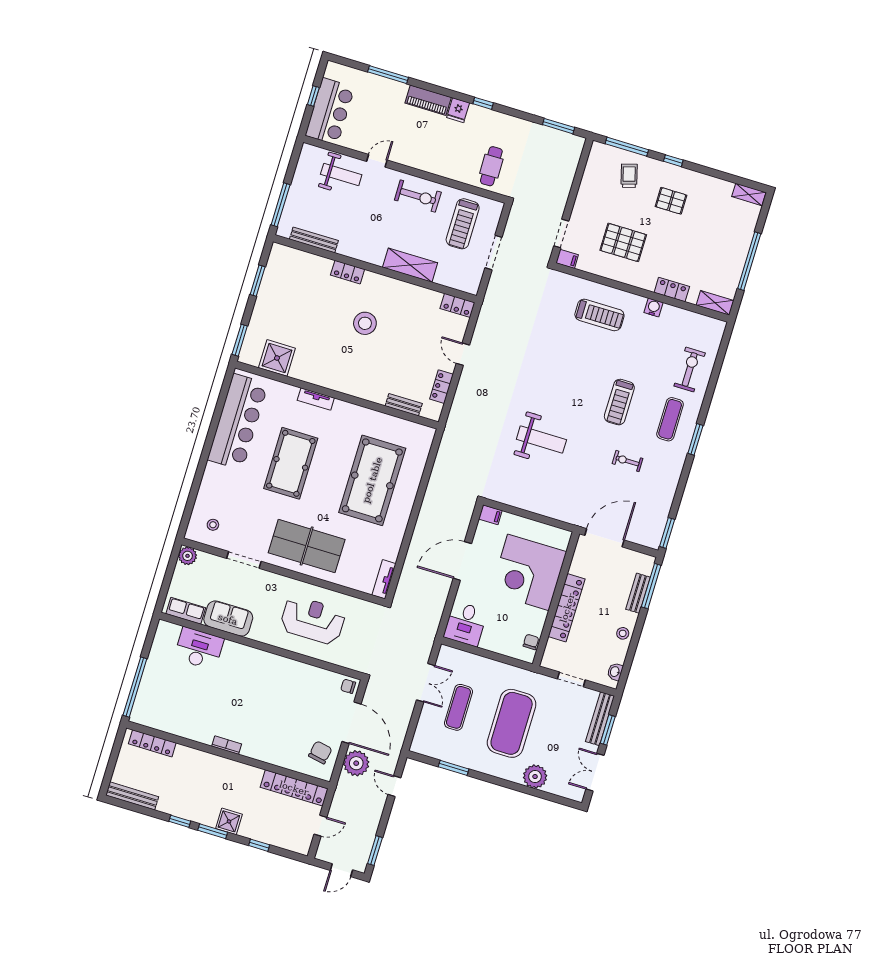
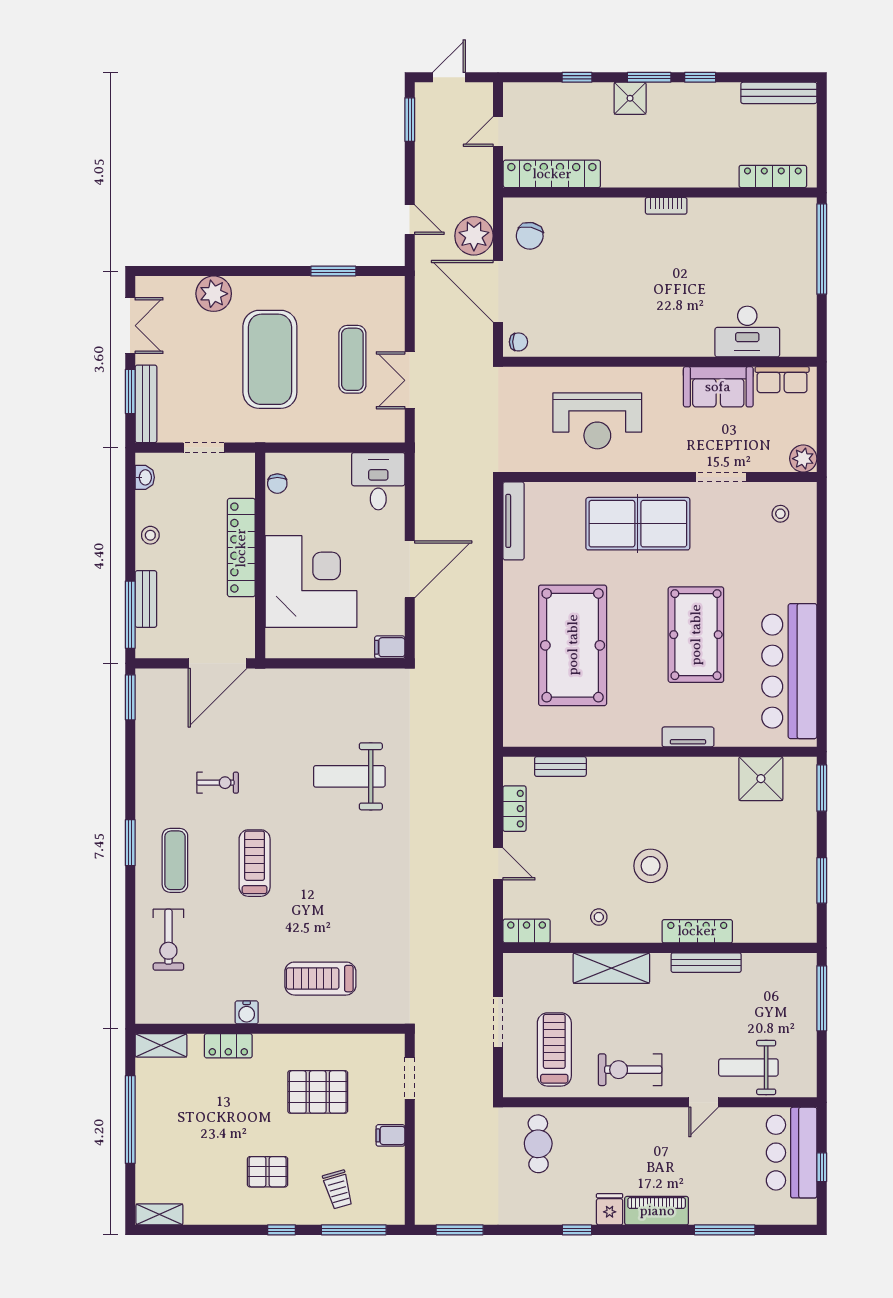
bench: (314, 240) -> (706, 963), moved
filing cabinet: (567, 259) -> (390, 1135), moved
locker: (348, 272) -> (697, 931), width x1.53
stool: (408, 300) -> (599, 917), added
tv unit: (384, 579) -> (513, 521), width x1.41

